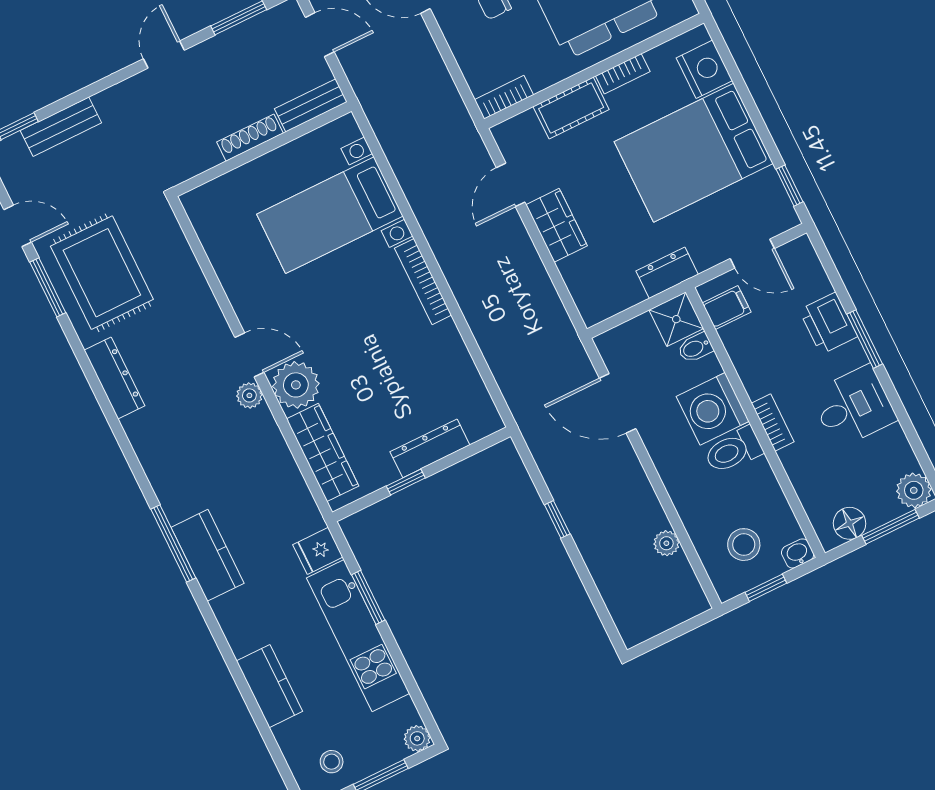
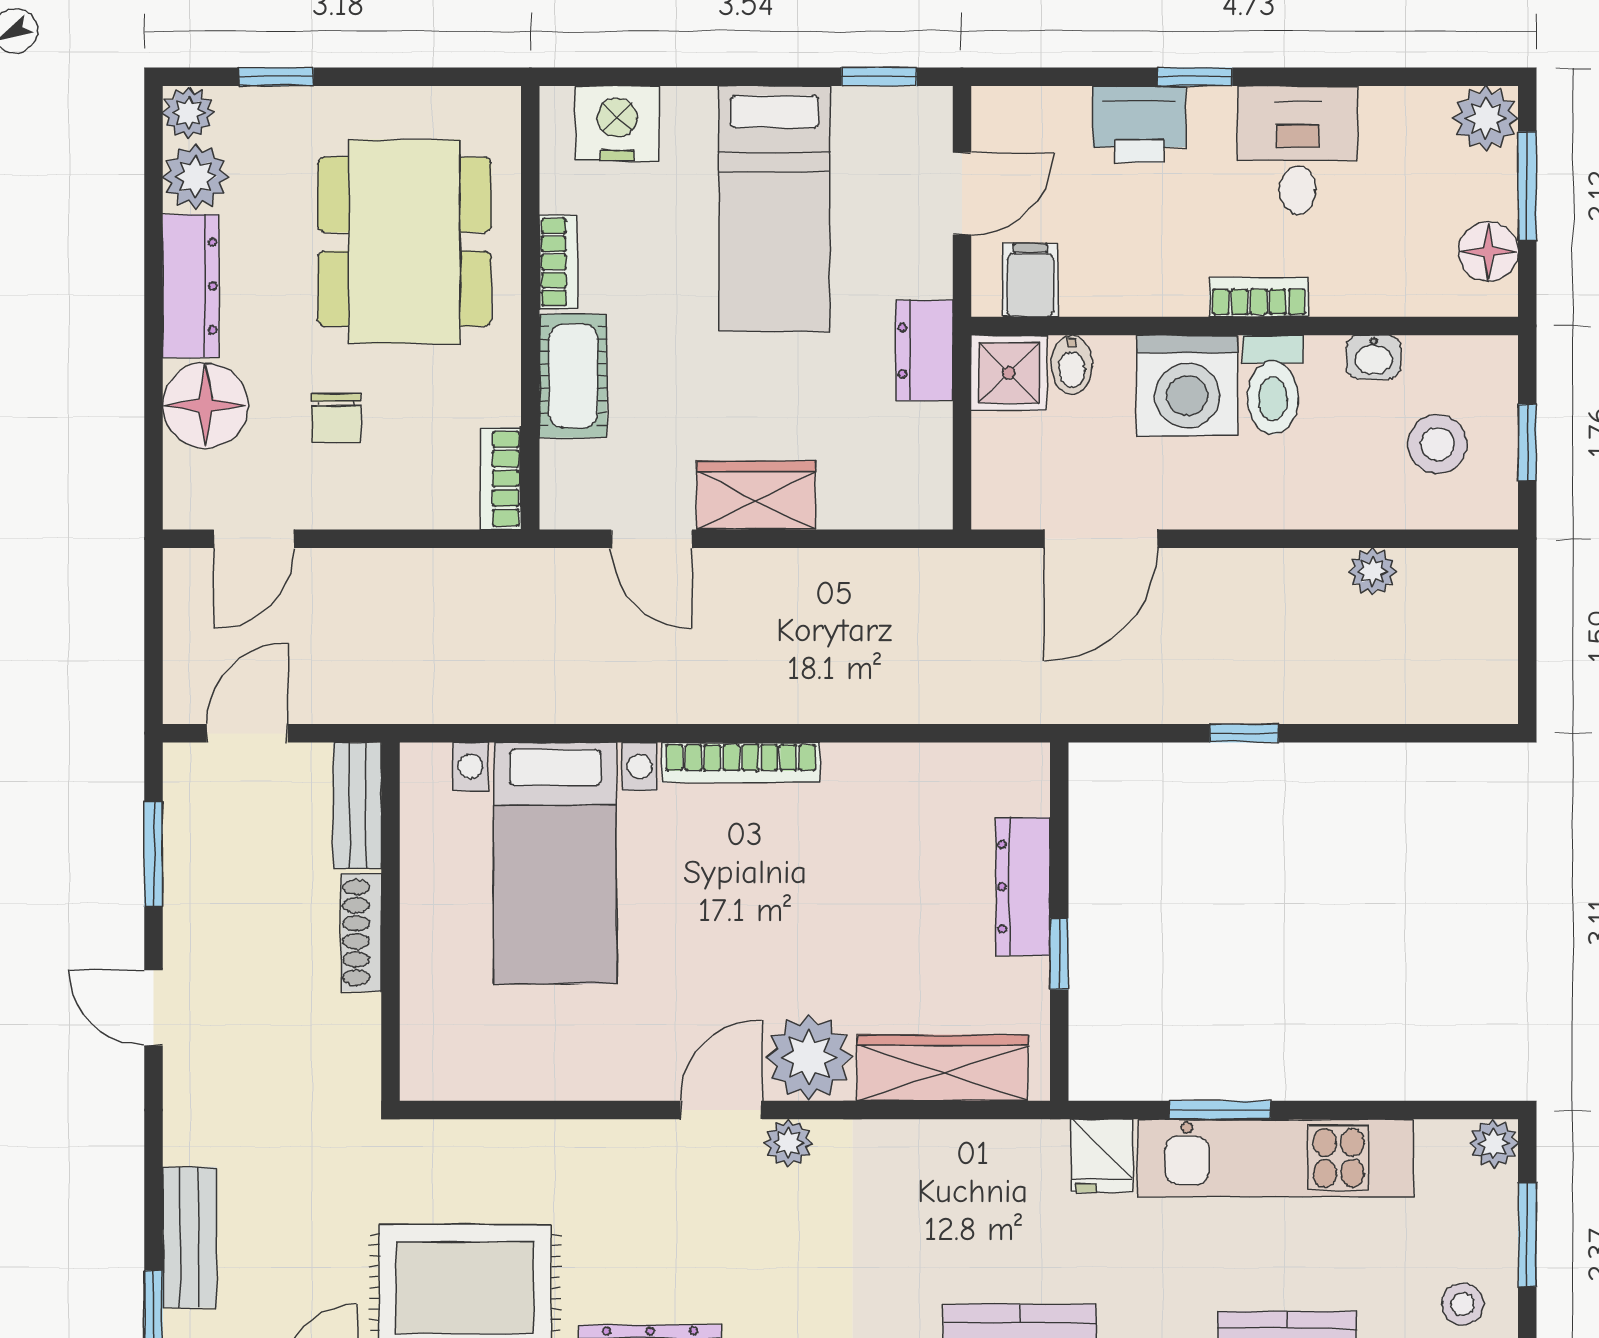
bed: (694, 153) -> (775, 209), width x0.67
window: (865, 339) -> (1195, 77), width x0.67
washbasin: (798, 554) -> (1374, 357), moved, turned -90

